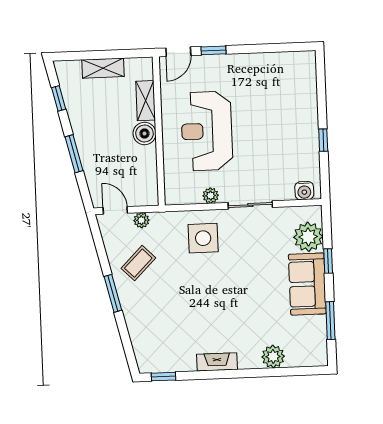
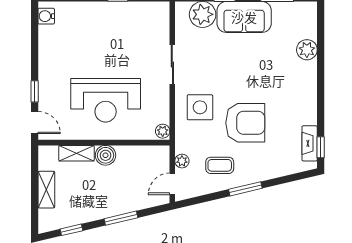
water cooler: (304, 191) -> (46, 16), moved, turned 180
plant: (211, 196) -> (163, 131), moved
coffee table: (138, 263) -> (220, 165), turned -45
armchair: (188, 290) -> (245, 123), added
fireplace: (217, 362) -> (310, 143), moved

